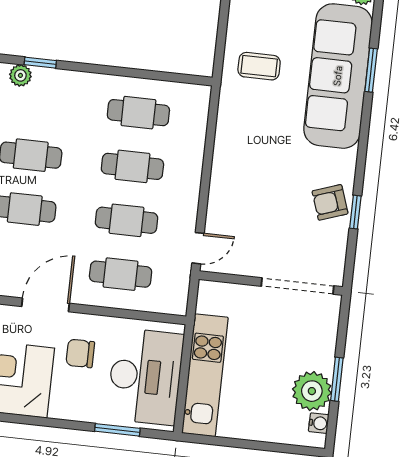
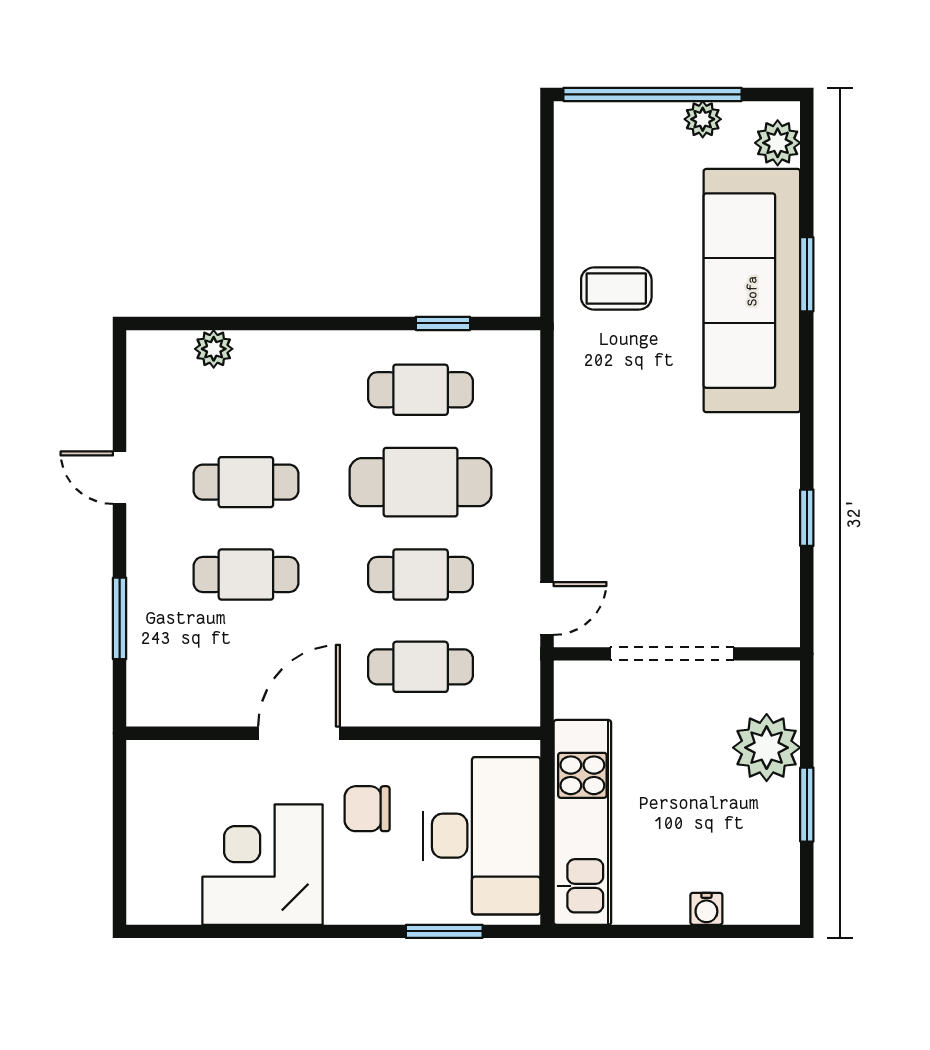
window: (40, 63) -> (443, 323), moved
cafe table: (132, 166) -> (421, 482), width x1.37, depth x1.35
armchair: (330, 202) -> (762, 506), removed
doorway: (297, 286) -> (672, 654), moved
plant: (312, 391) -> (767, 748), moved
water cooler: (319, 423) -> (706, 909), moved, turned 90

